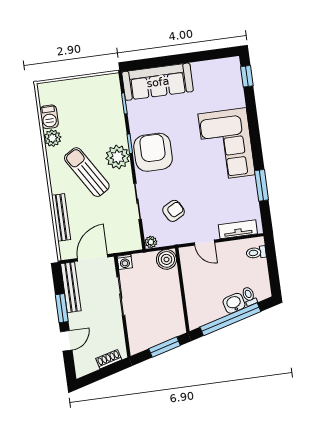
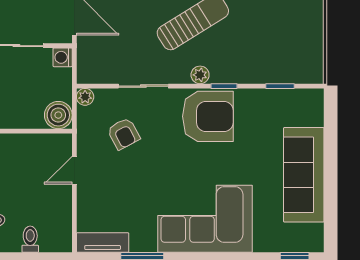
sofa: (158, 82) -> (304, 175), moved
plant: (118, 157) -> (200, 75), width x0.53, depth x0.53
tv unit: (238, 229) -> (103, 243), moved, turned -90
toilet: (256, 253) -> (30, 239), moved

